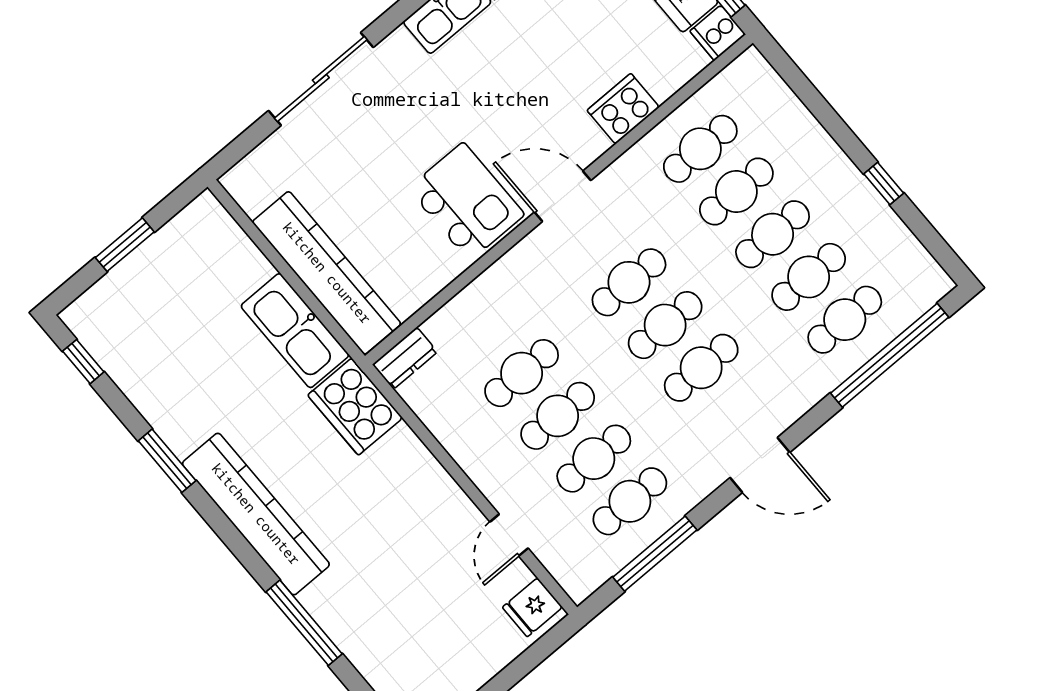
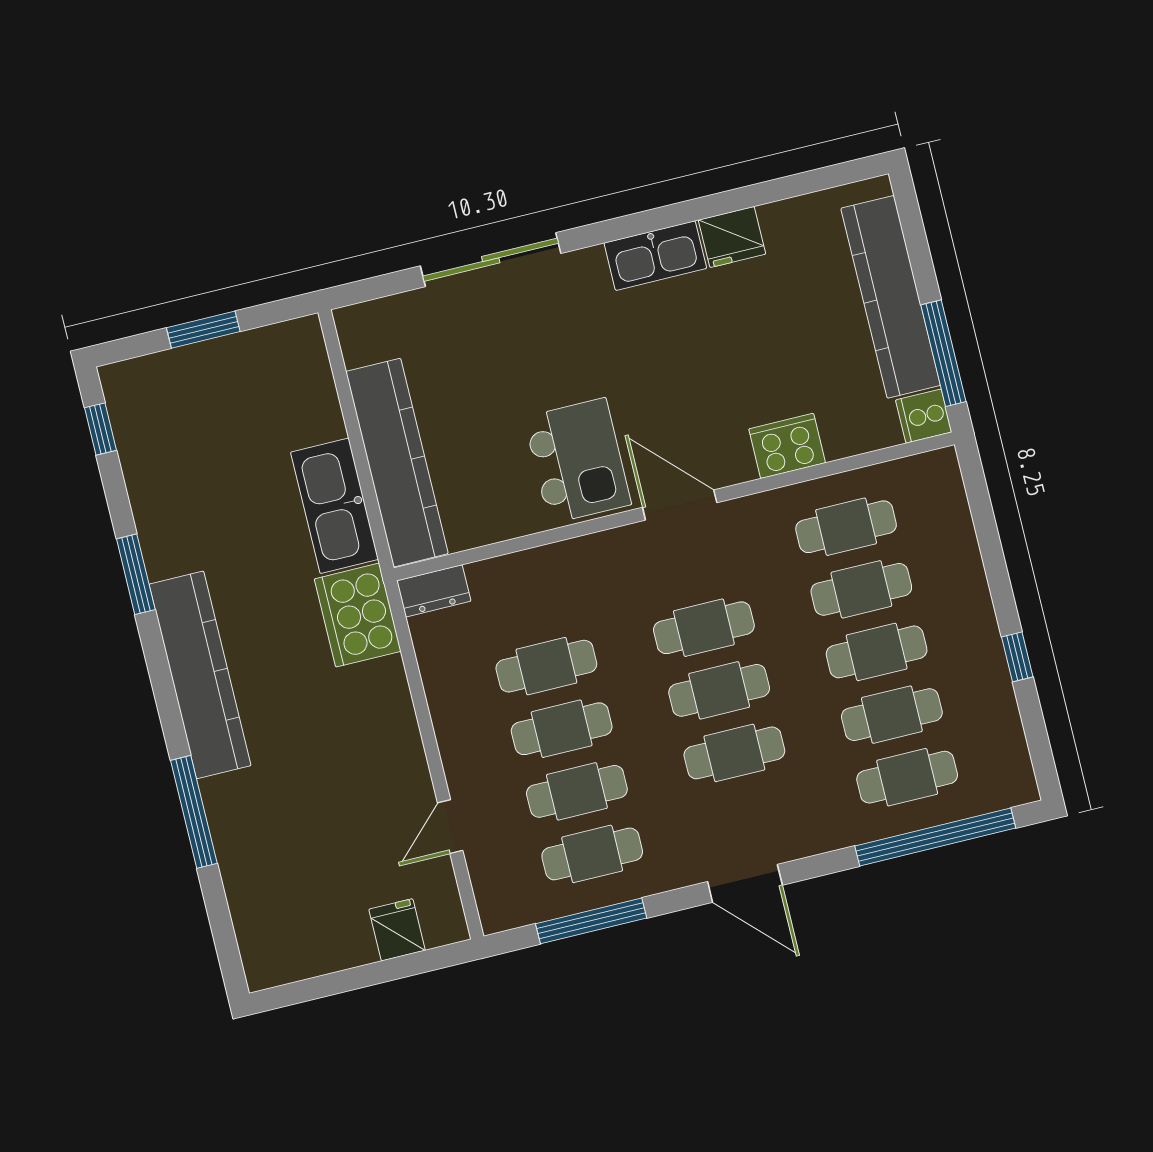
fridge: (532, 607) -> (397, 930), moved, turned 90

